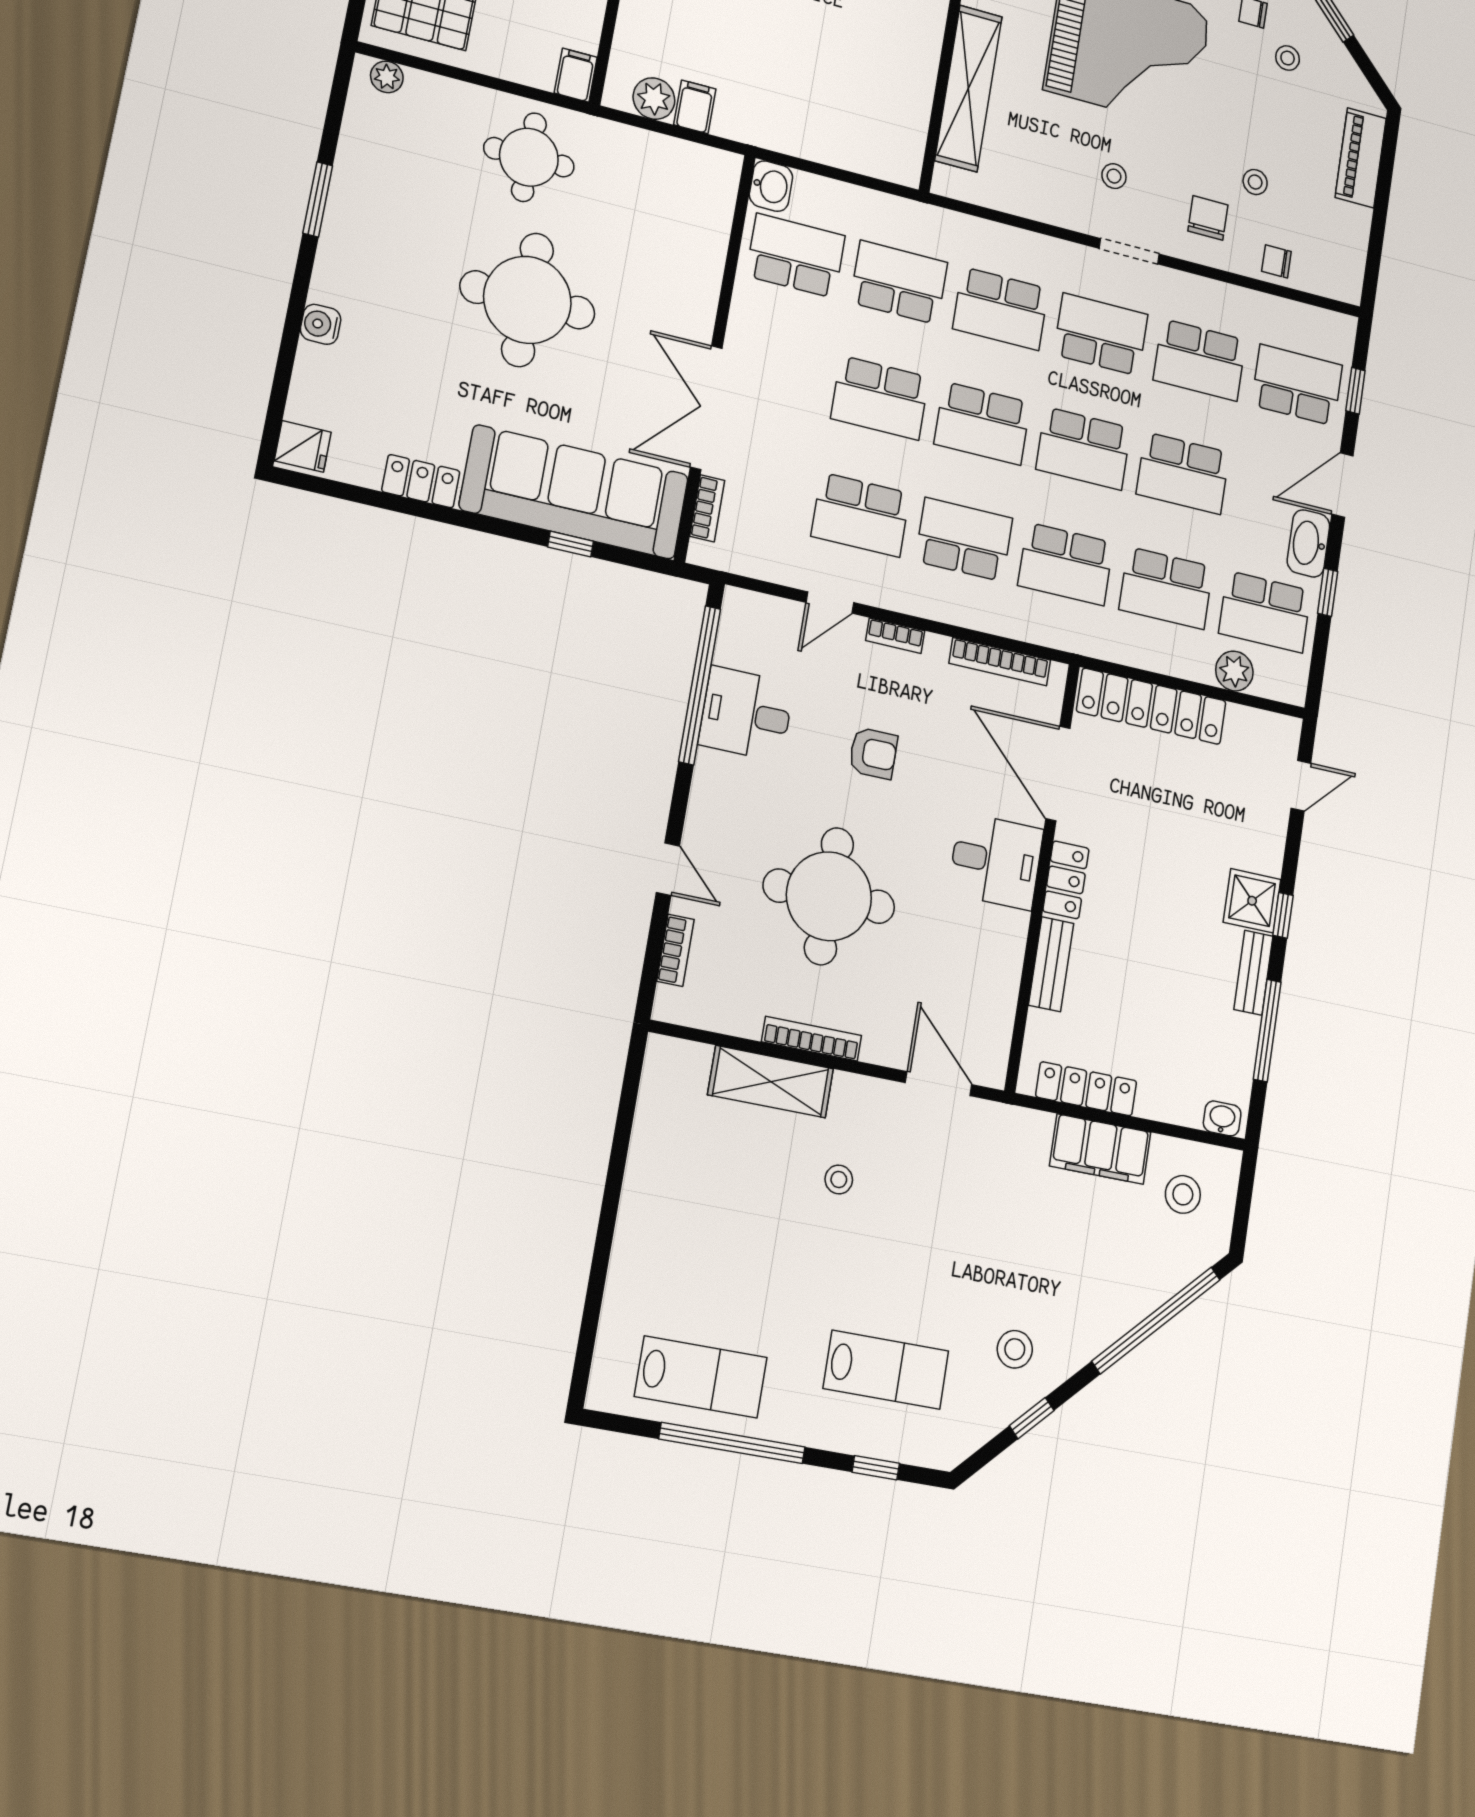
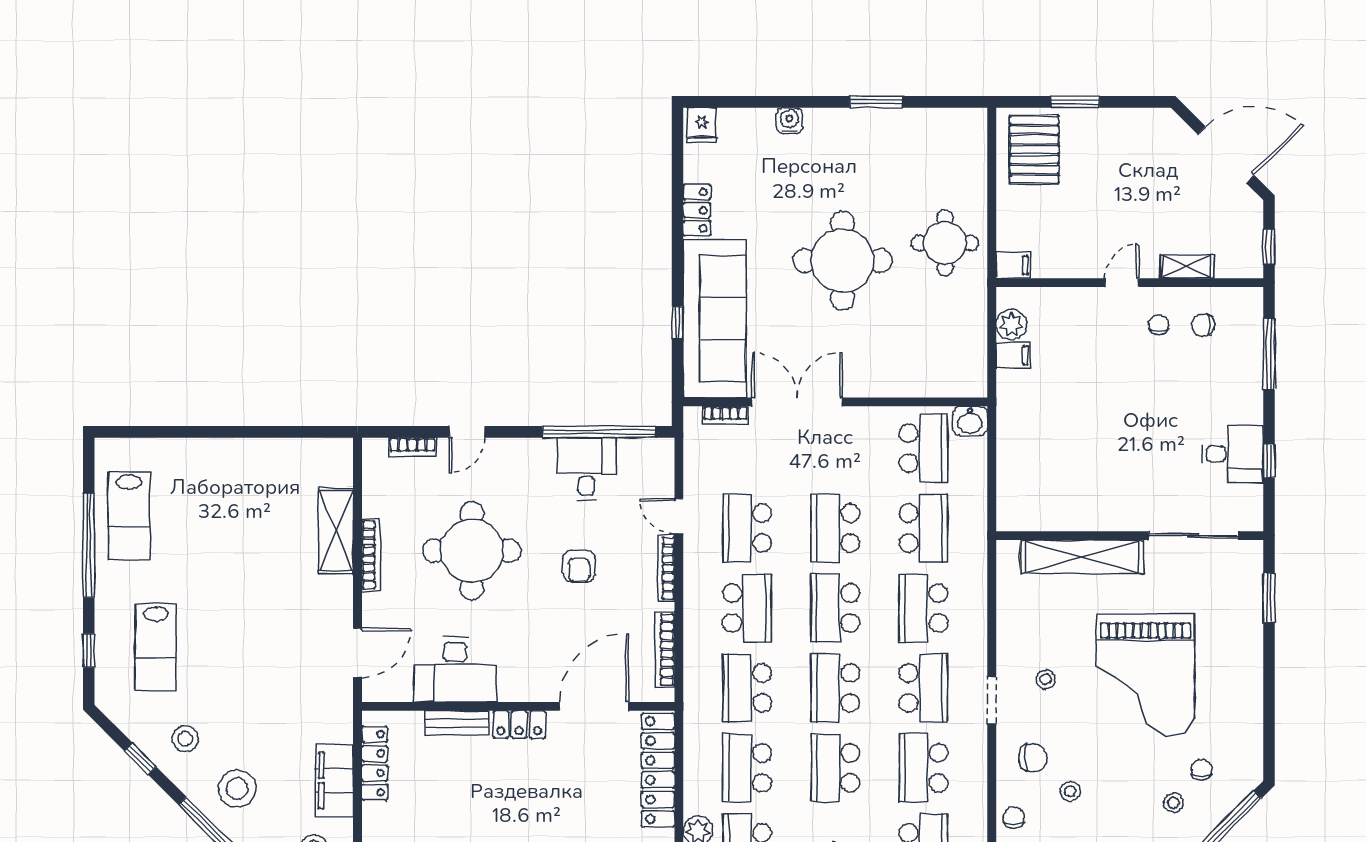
plant: (387, 77) -> (976, 133), removed
bookcase: (895, 636) -> (666, 568), width x1.56
desk: (996, 861) -> (455, 670), moved, width x1.37
stool: (839, 1179) -> (237, 789), moved, width x1.89, depth x1.89

